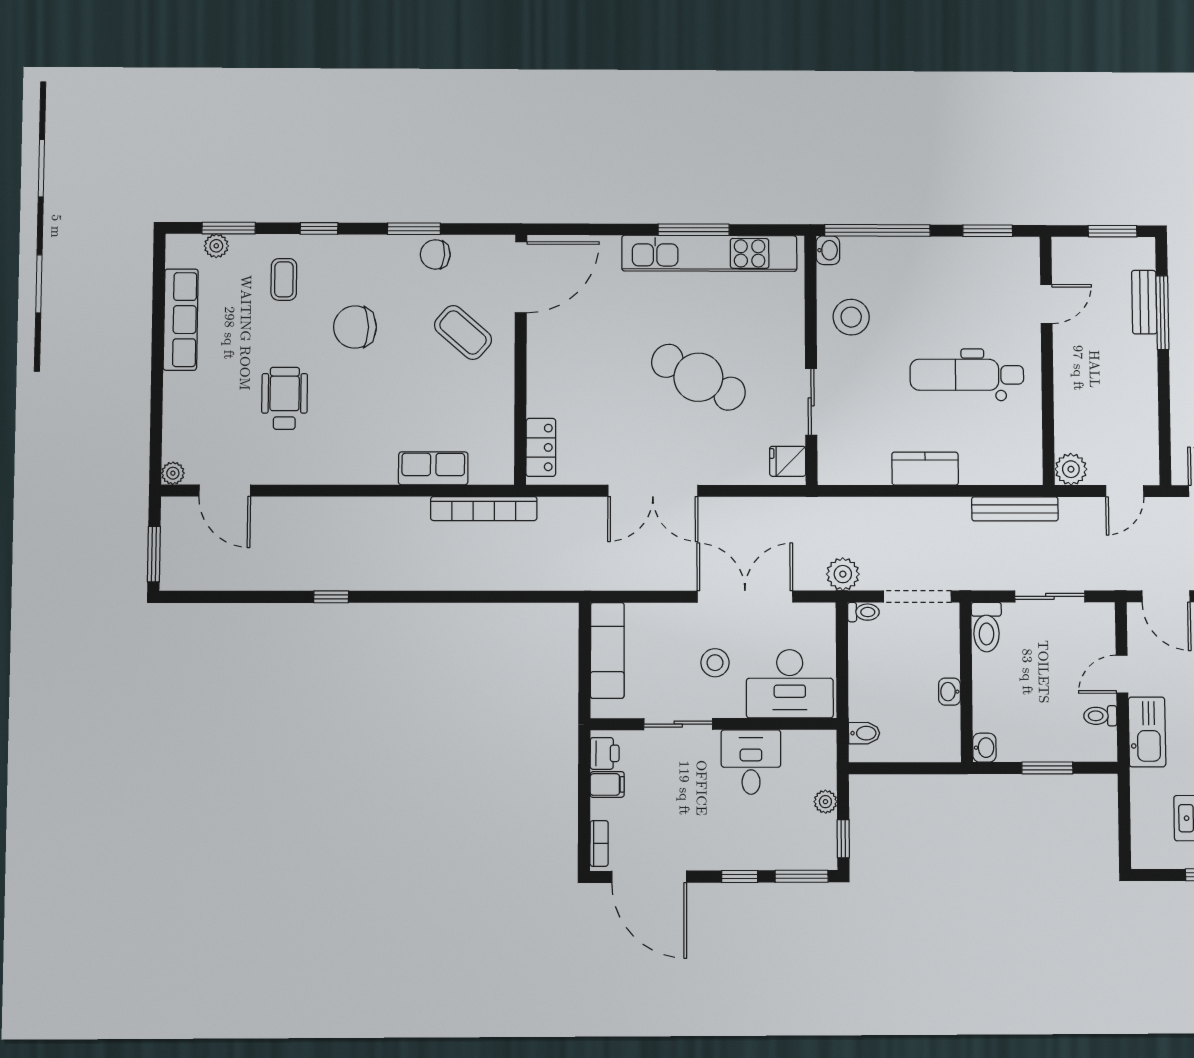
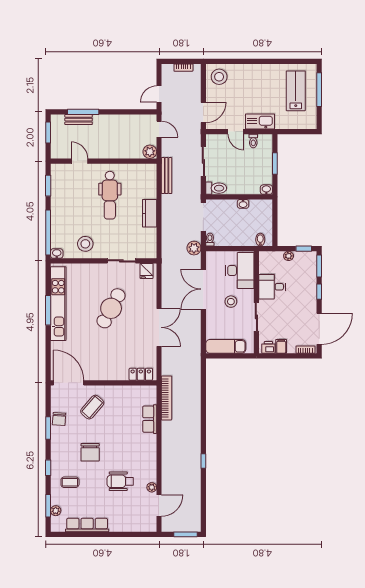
plant: (173, 473) -> (152, 487), moved

